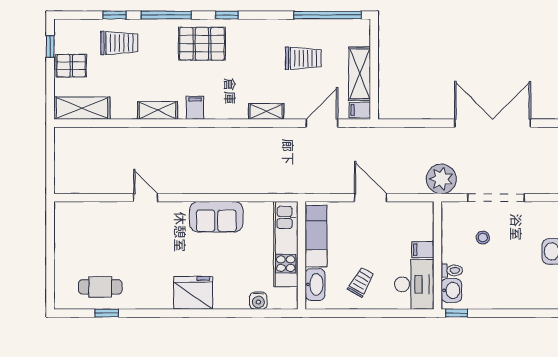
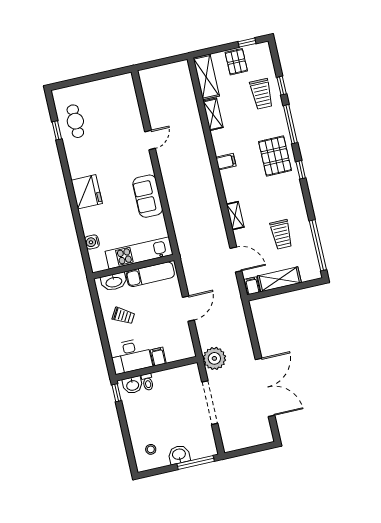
shelving: (157, 110) -> (213, 114), moved
stool: (483, 238) -> (151, 449), moved

